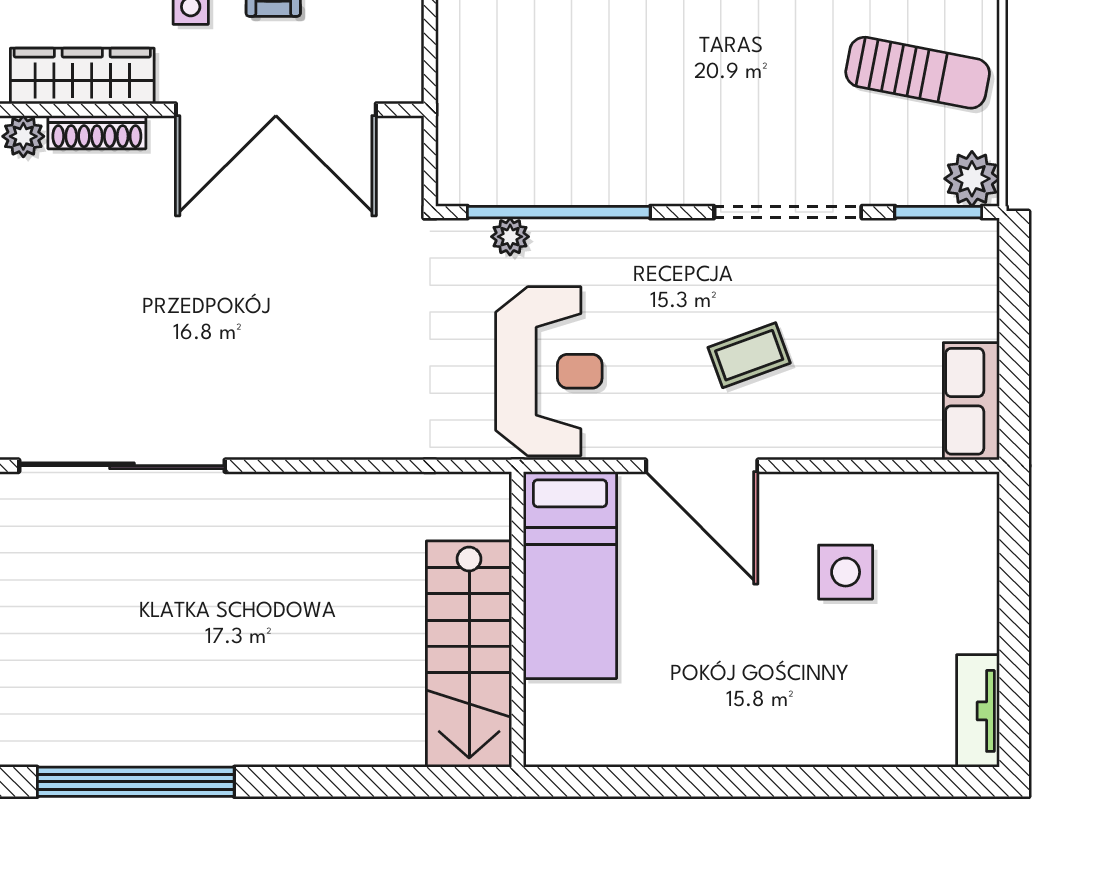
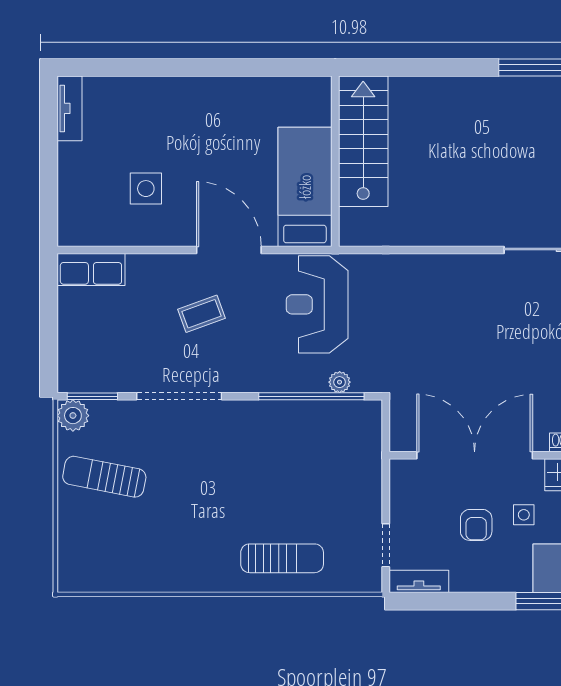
row of seats: (971, 401) -> (91, 269), moved, turned 90

